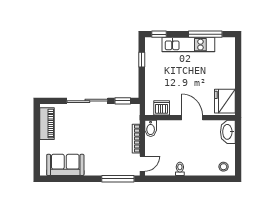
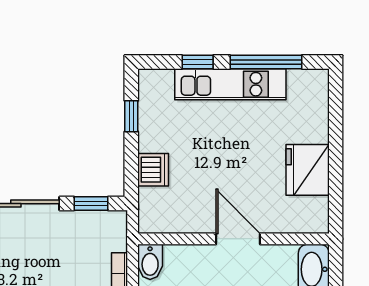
window: (159, 34) -> (198, 62), moved
fridge: (225, 101) -> (308, 170), moved
dishwasher: (162, 108) -> (153, 170), moved, turned 90

